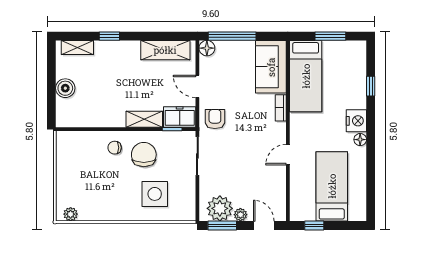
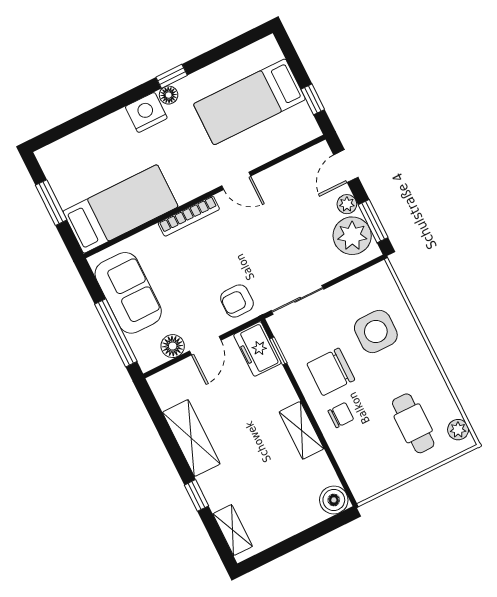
floor lamp: (207, 48) -> (173, 346), moved
shelving: (165, 50) -> (191, 438), moved
sofa: (271, 67) -> (128, 293), moved, turned -90
window: (371, 86) -> (172, 76), moved
boiler: (65, 88) -> (334, 500), moved
bookcase: (281, 108) -> (189, 216), width x1.56
shelving: (144, 119) -> (301, 430), moved
chair: (115, 148) -> (341, 415), turned -90
cafe table: (88, 189) -> (413, 423), added

